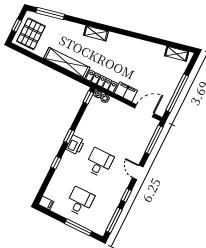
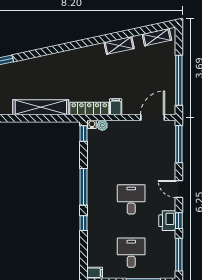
shelving: (96, 33) -> (119, 45), moved
filing cabinet: (126, 92) -> (116, 107), width x0.50
window: (69, 136) -> (84, 187), width x2.17
printer: (75, 145) -> (167, 221), moved, turned 180

